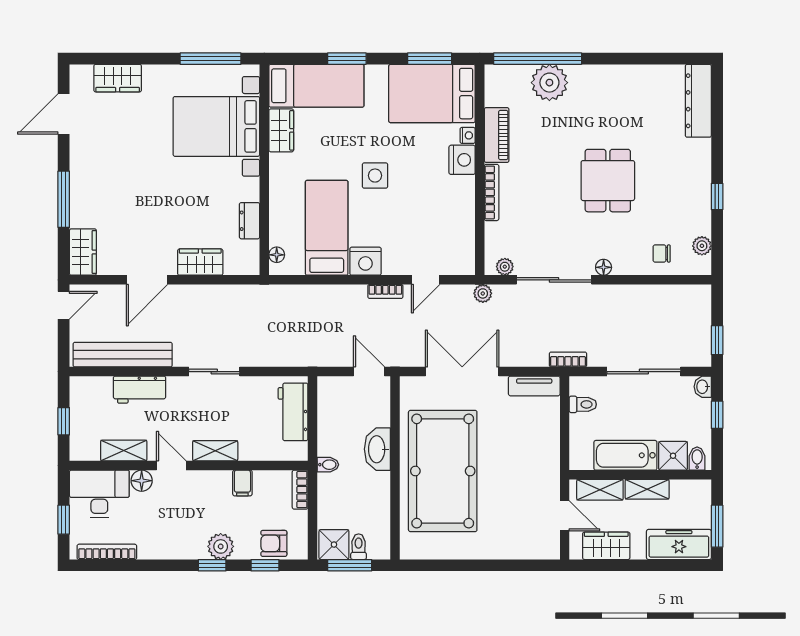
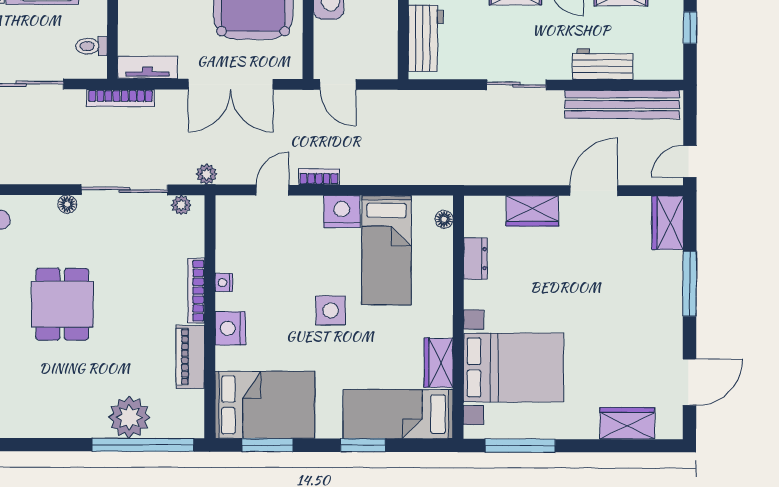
nightstand: (468, 135) -> (224, 283), moved
bookcase: (568, 359) -> (121, 98), width x1.56

